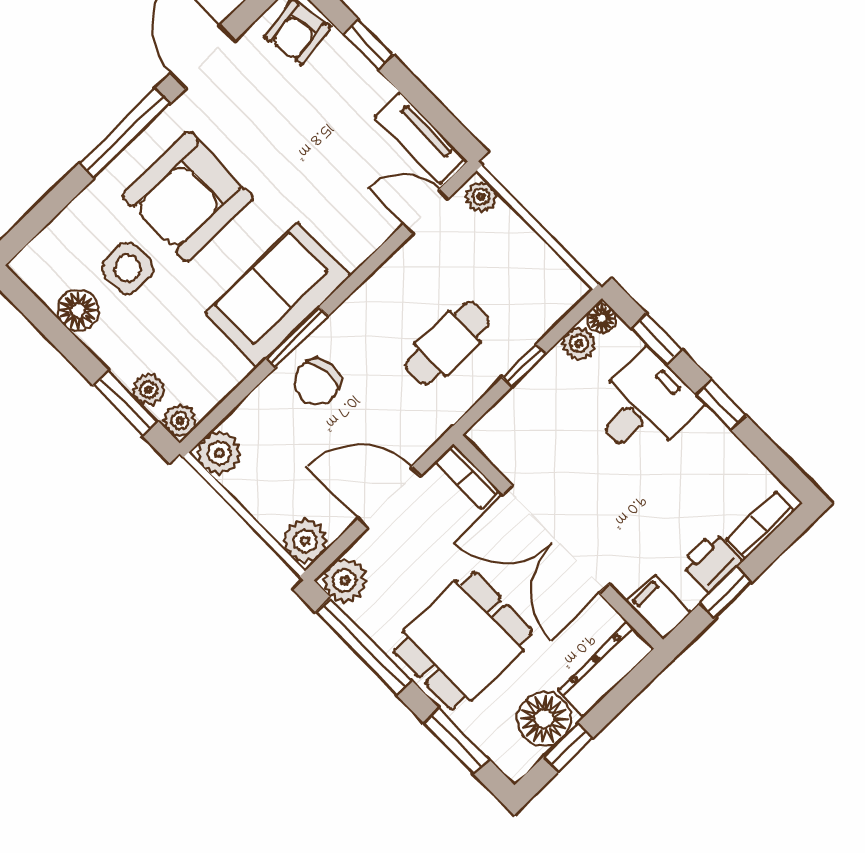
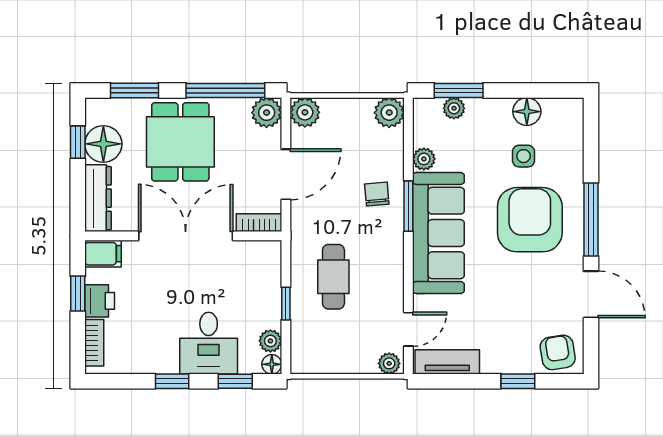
side table: (128, 268) -> (524, 156), width x0.73, depth x0.73
sofa: (278, 295) -> (438, 233), width x1.36
chair: (317, 382) -> (377, 194), width x0.73, depth x0.73
plant: (180, 421) -> (424, 159), moved

